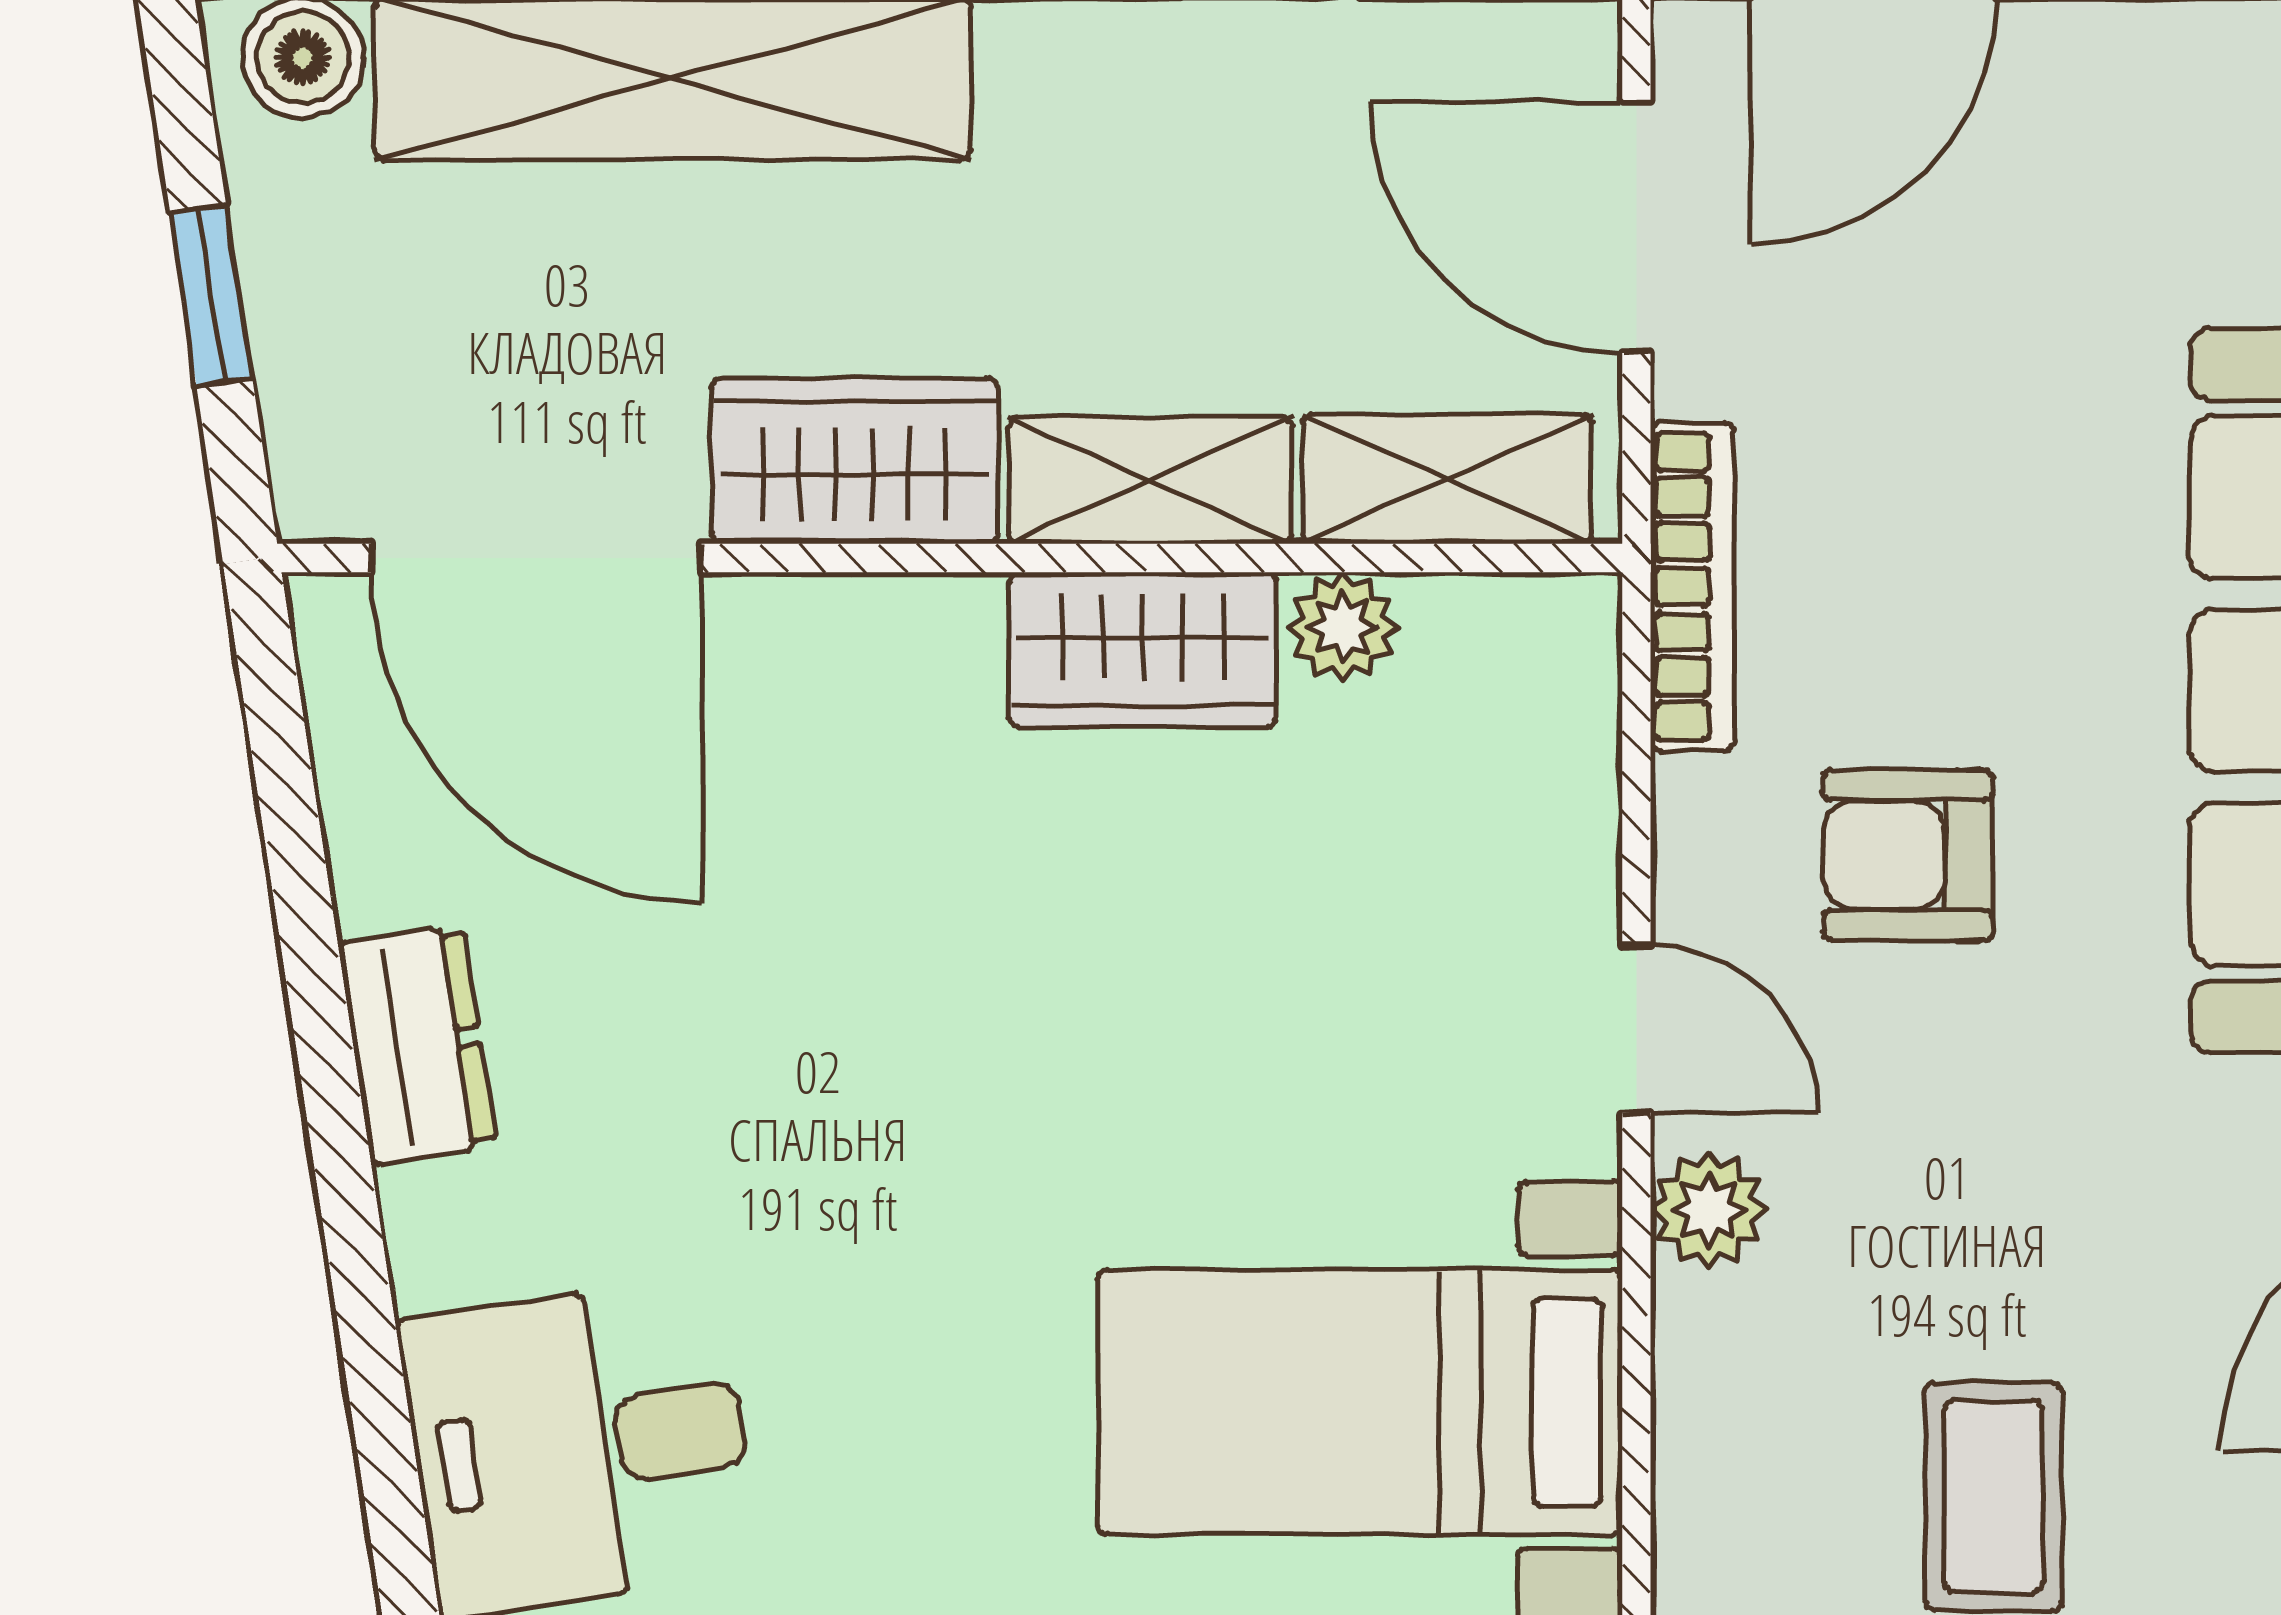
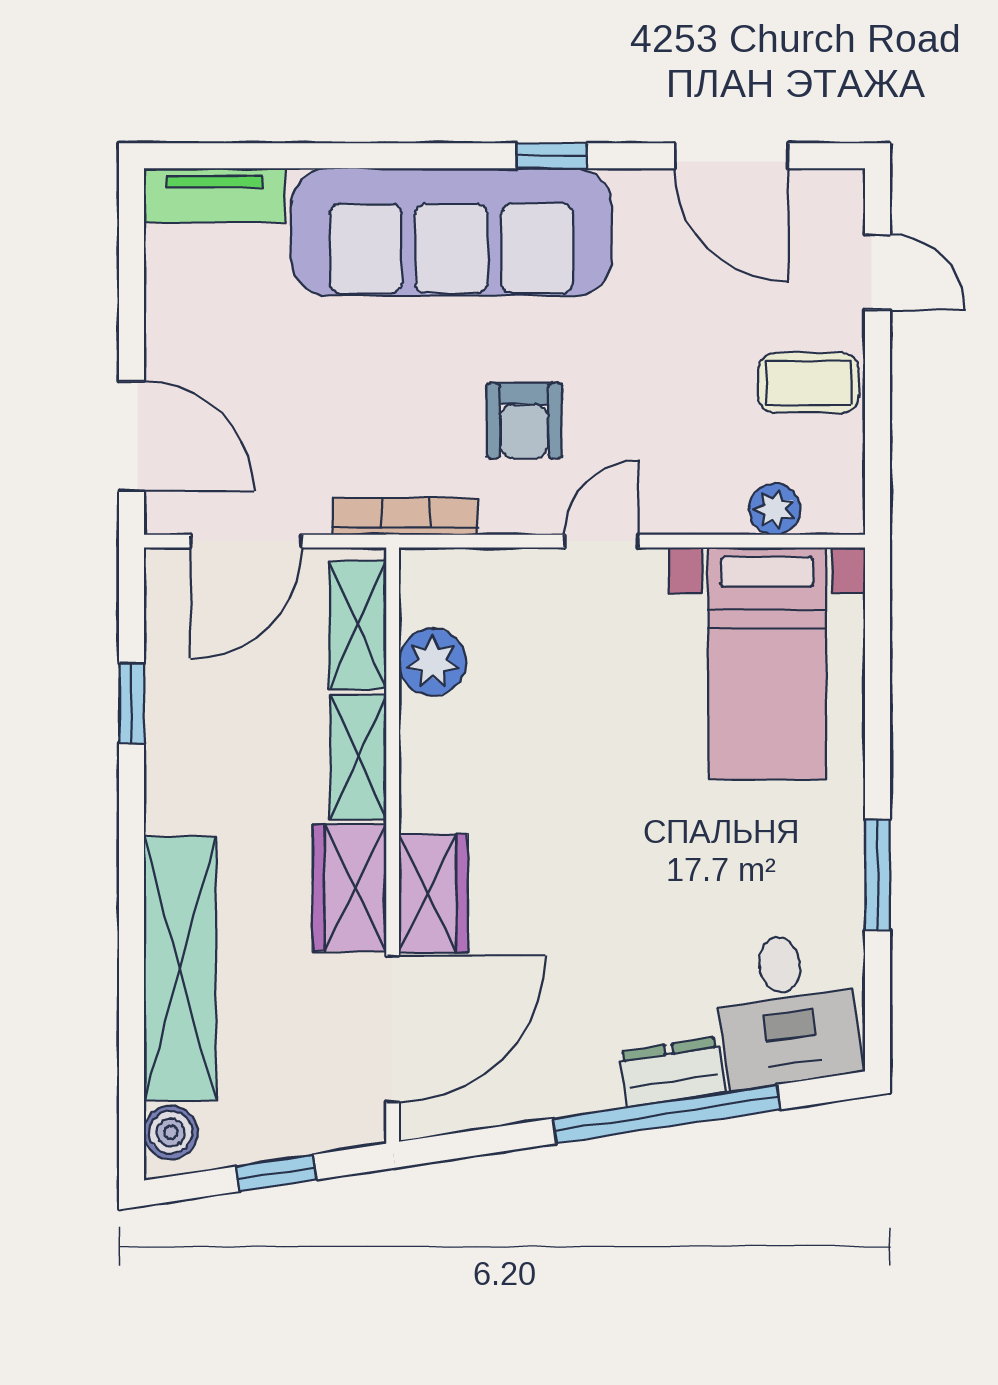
plant: (1343, 627) -> (432, 662), width x1.38, depth x1.38
wardrobe: (1143, 649) -> (433, 893), moved
dresser: (417, 1045) -> (672, 1072), moved
window: (344, 1176) -> (667, 1114), added
plant: (1708, 1210) -> (775, 509), moved

